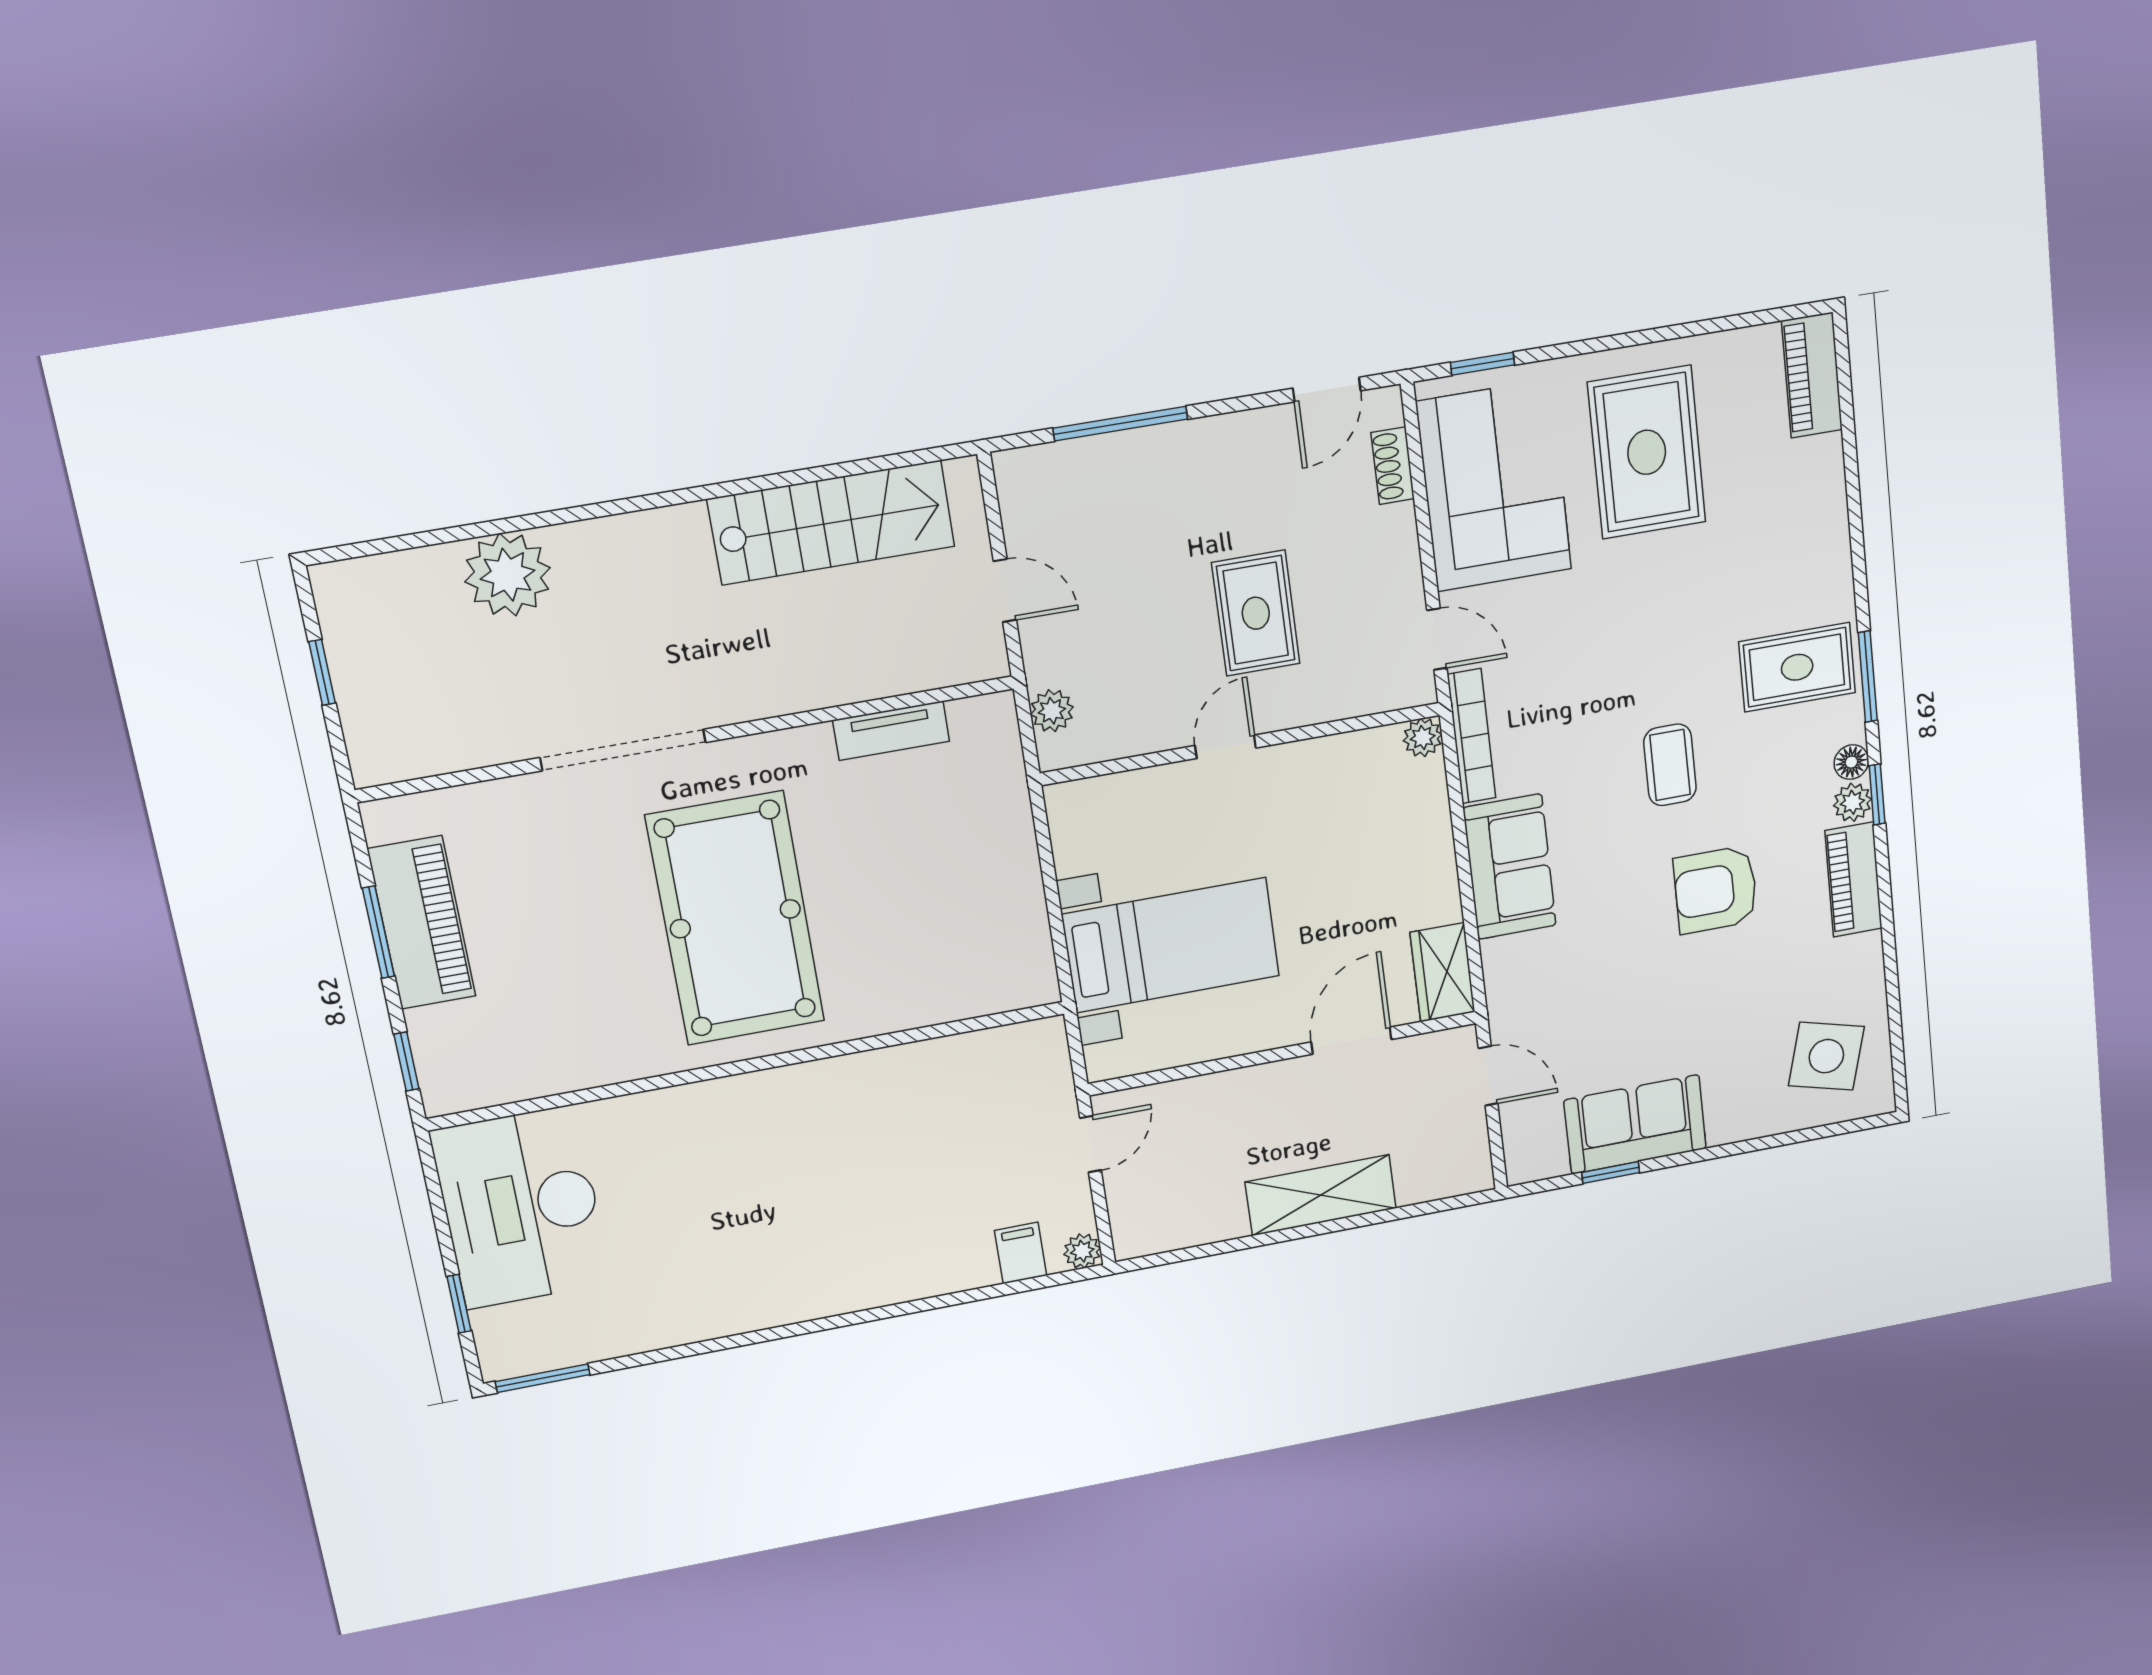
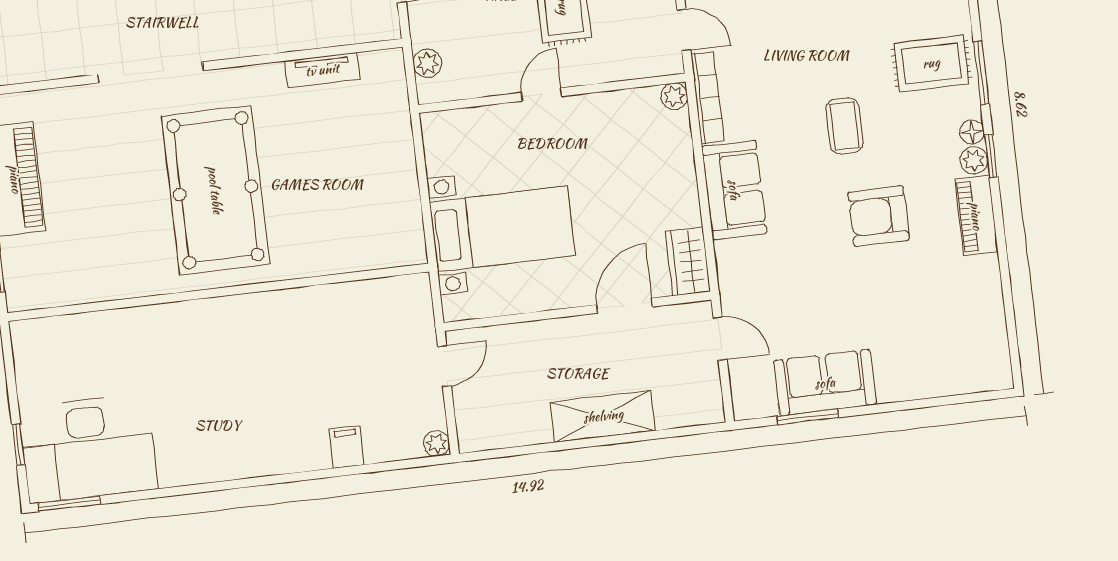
side table: (1826, 1056) -> (961, 343), removed
window: (1611, 1173) -> (808, 417), width x1.50
desk: (521, 1207) -> (88, 448), moved, turned -90
filing cabinet: (1021, 1253) -> (346, 447), moved

